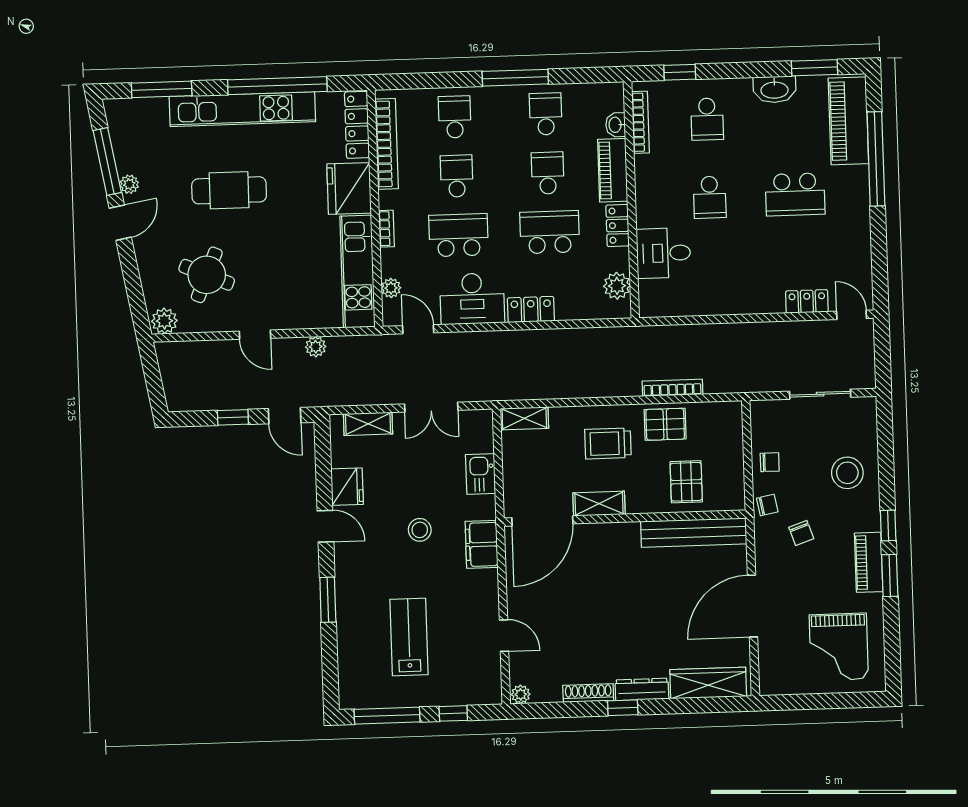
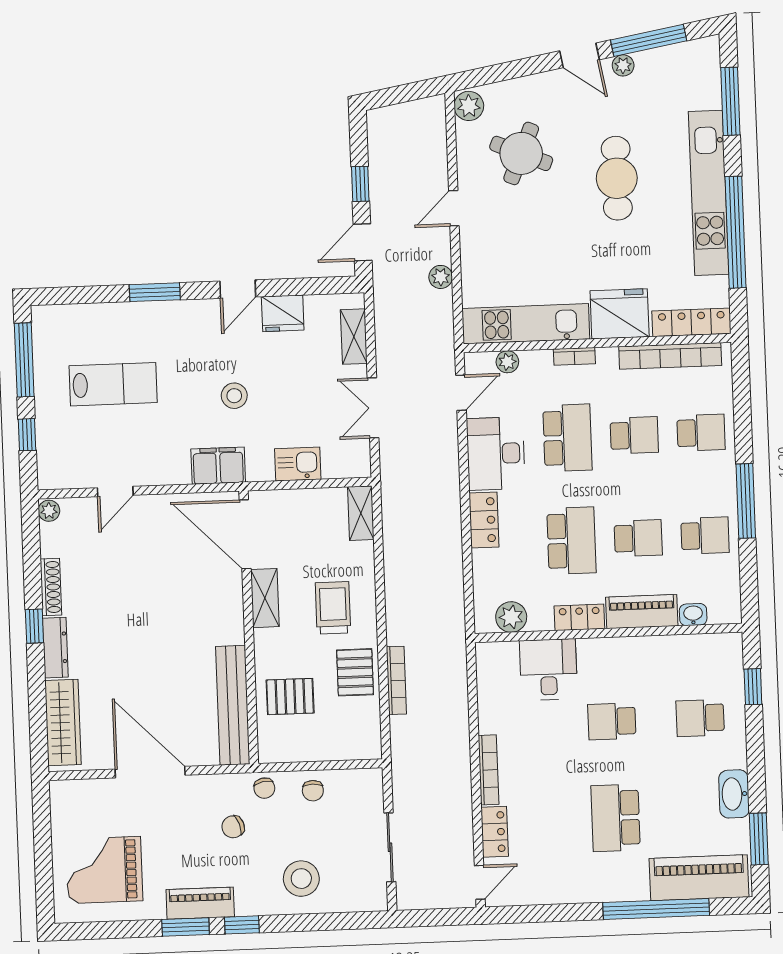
bookcase: (640, 122) -> (489, 770), moved, turned -90

